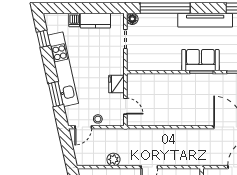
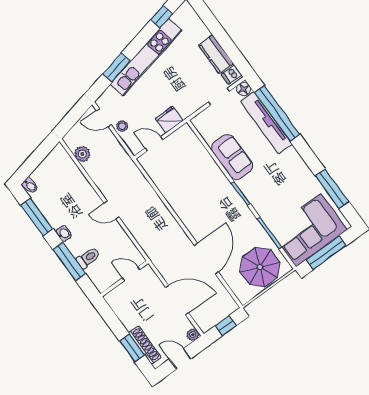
dishwasher: (74, 20) -> (231, 74), moved
tv unit: (205, 20) -> (266, 123), moved
sofa: (200, 60) -> (232, 157), moved
door: (125, 106) -> (154, 144), swing flipped
plant: (113, 159) -> (82, 154), moved

